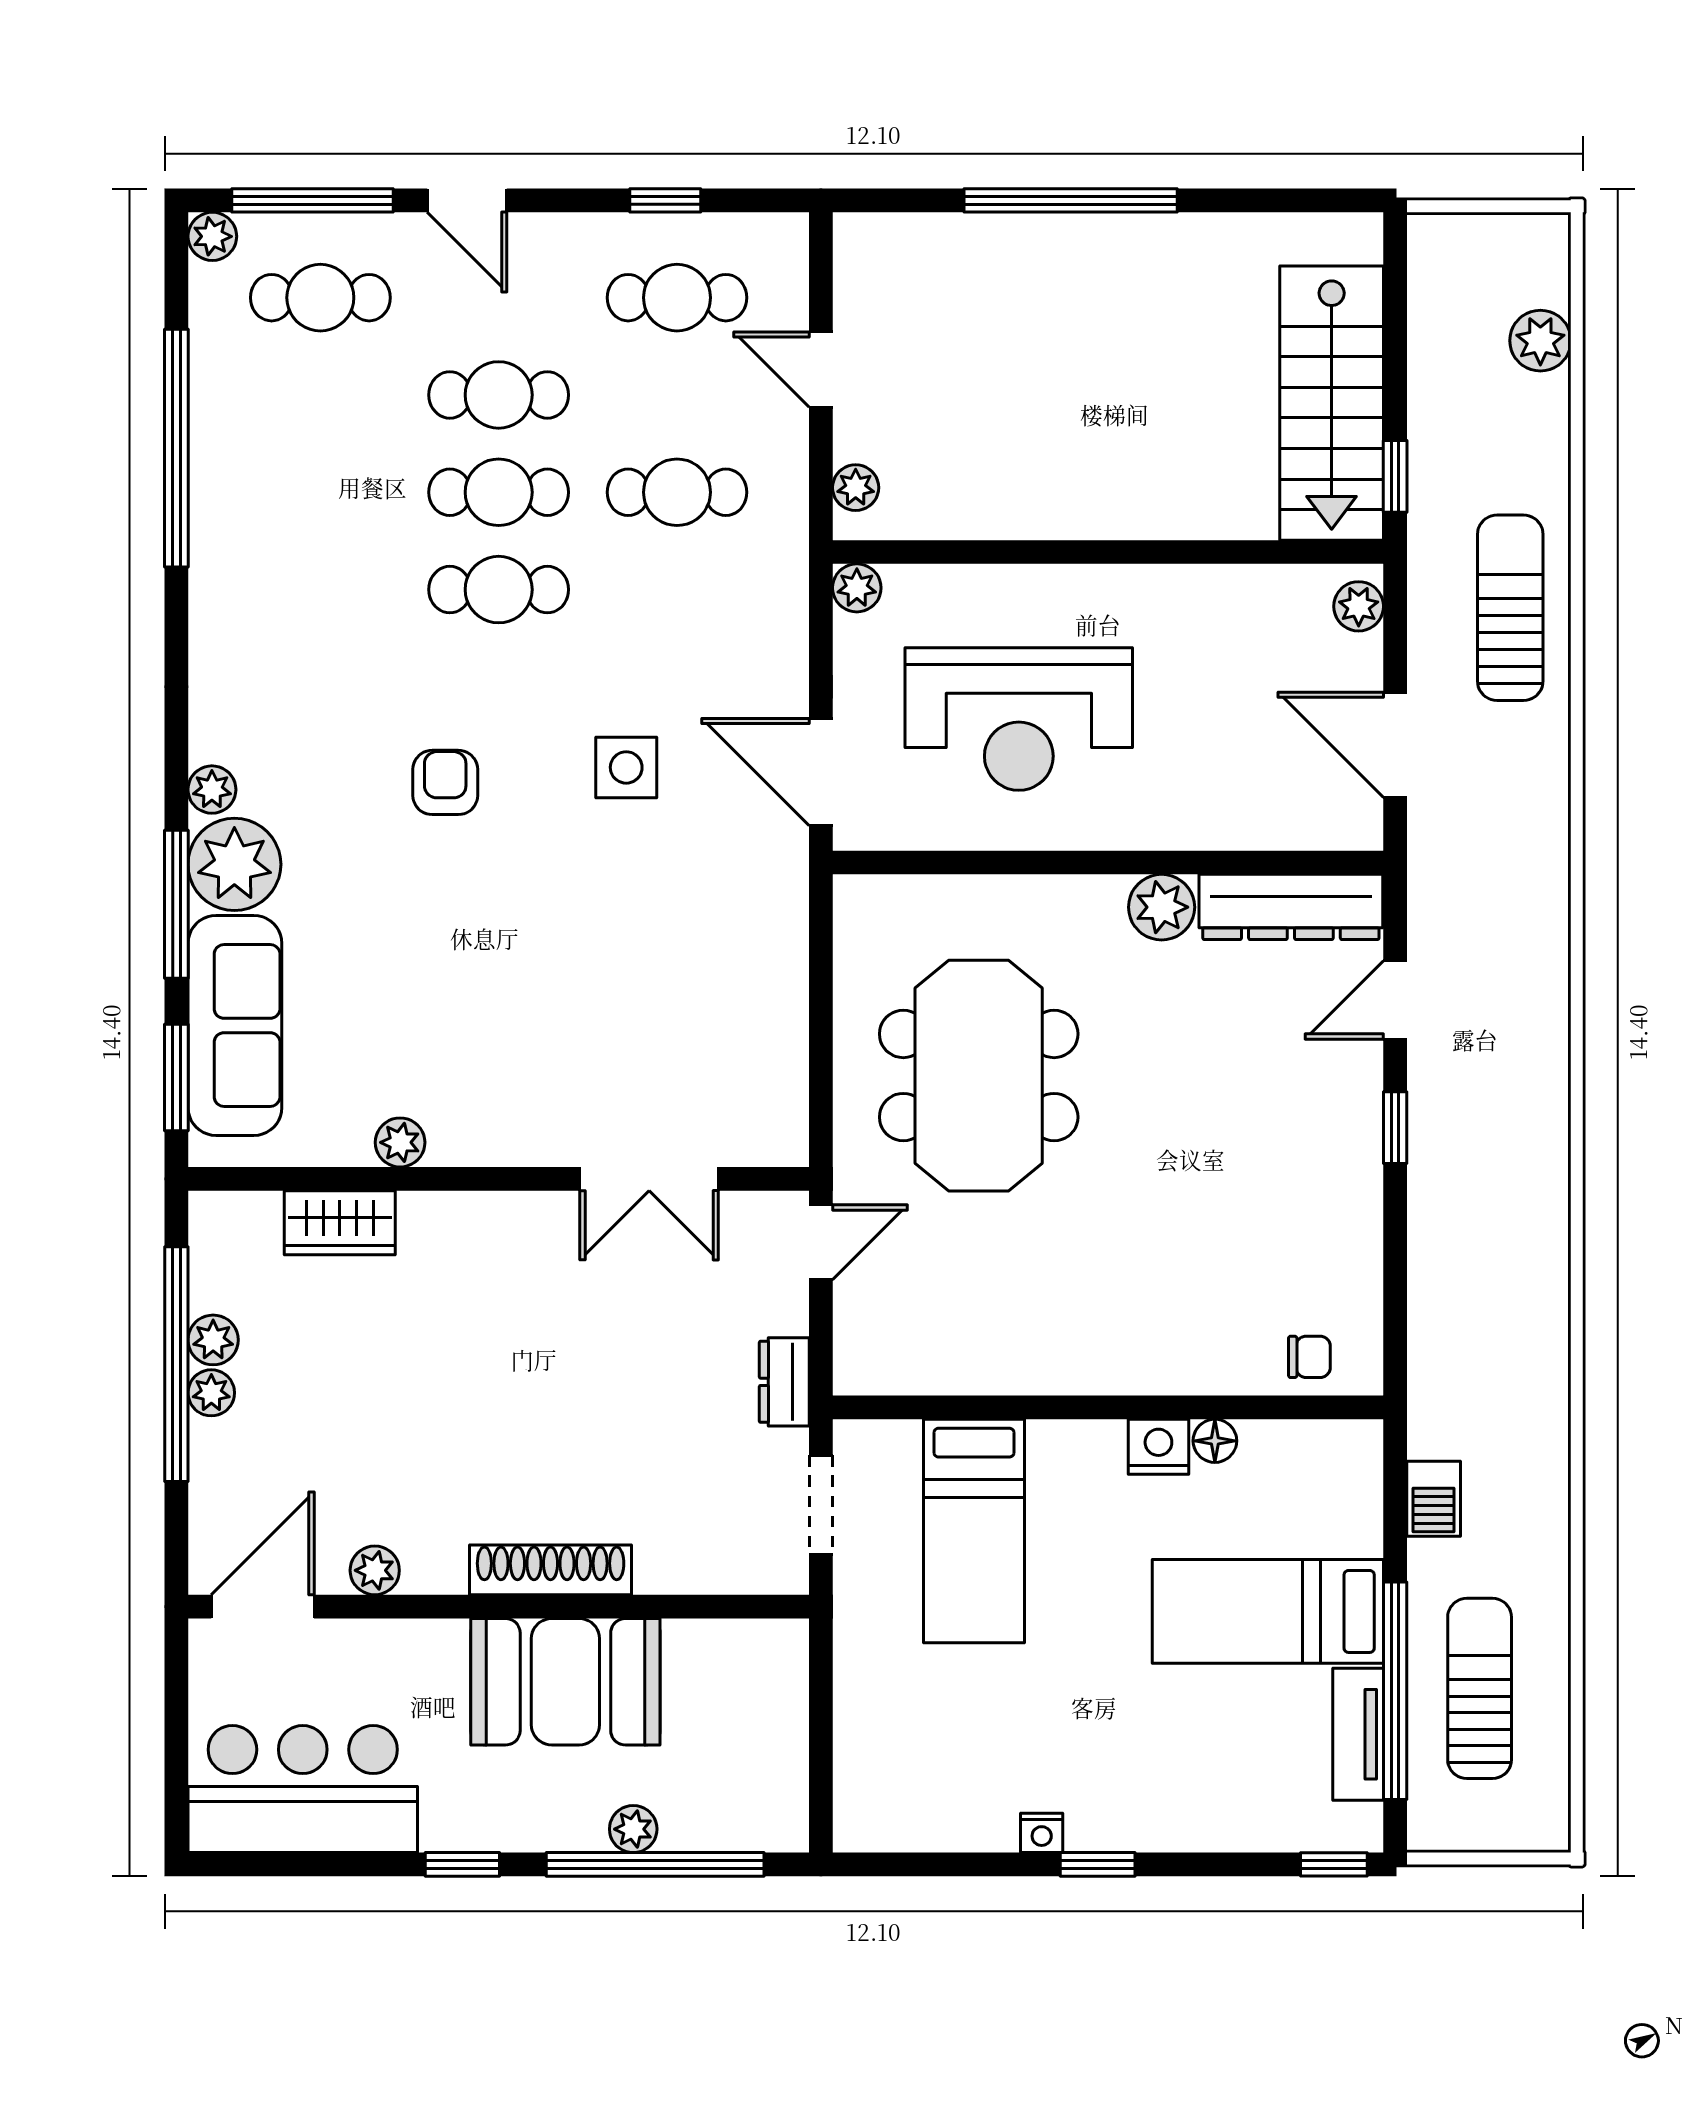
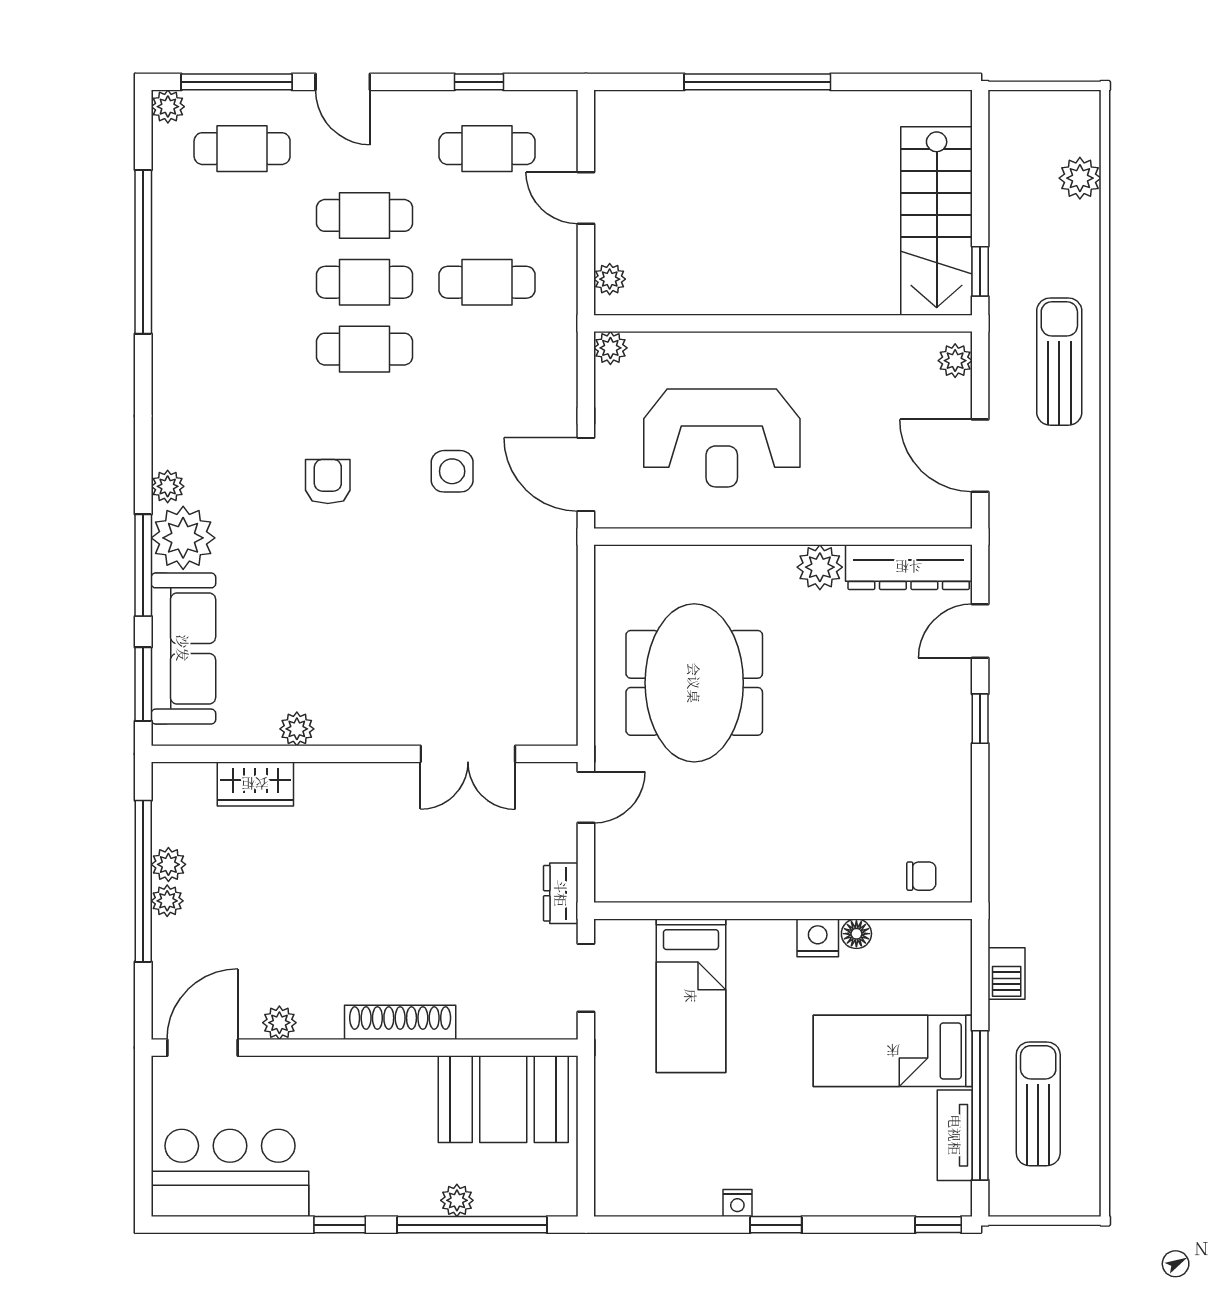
booth: (565, 1682) -> (503, 1099), moved

